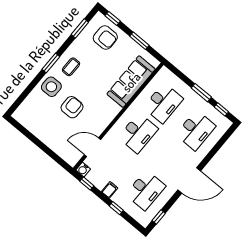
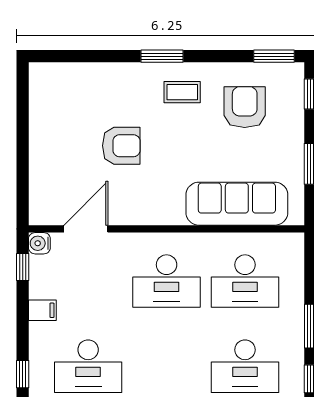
window: (80, 28) -> (274, 56), moved
armchair: (105, 37) -> (245, 107), moved, turned 180
side table: (51, 87) -> (126, 88), removed
door: (92, 147) -> (86, 229), hinge flipped
window: (116, 208) -> (23, 374), moved

